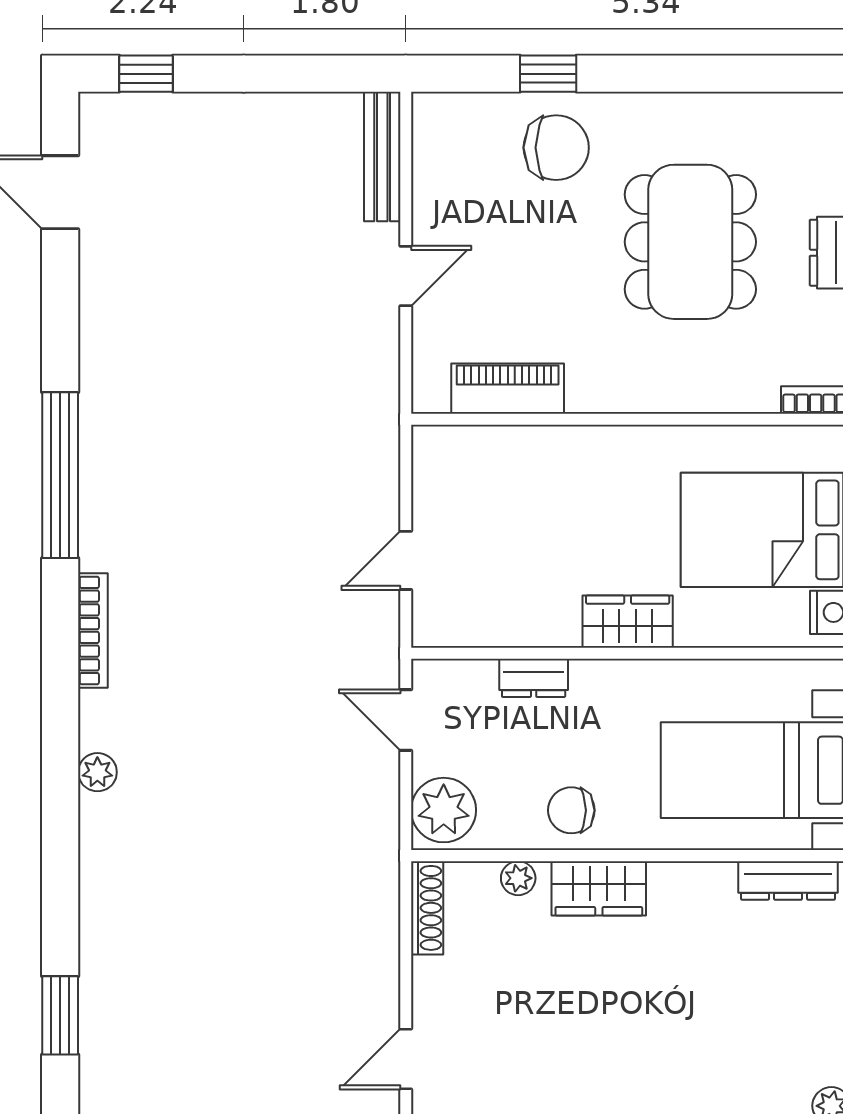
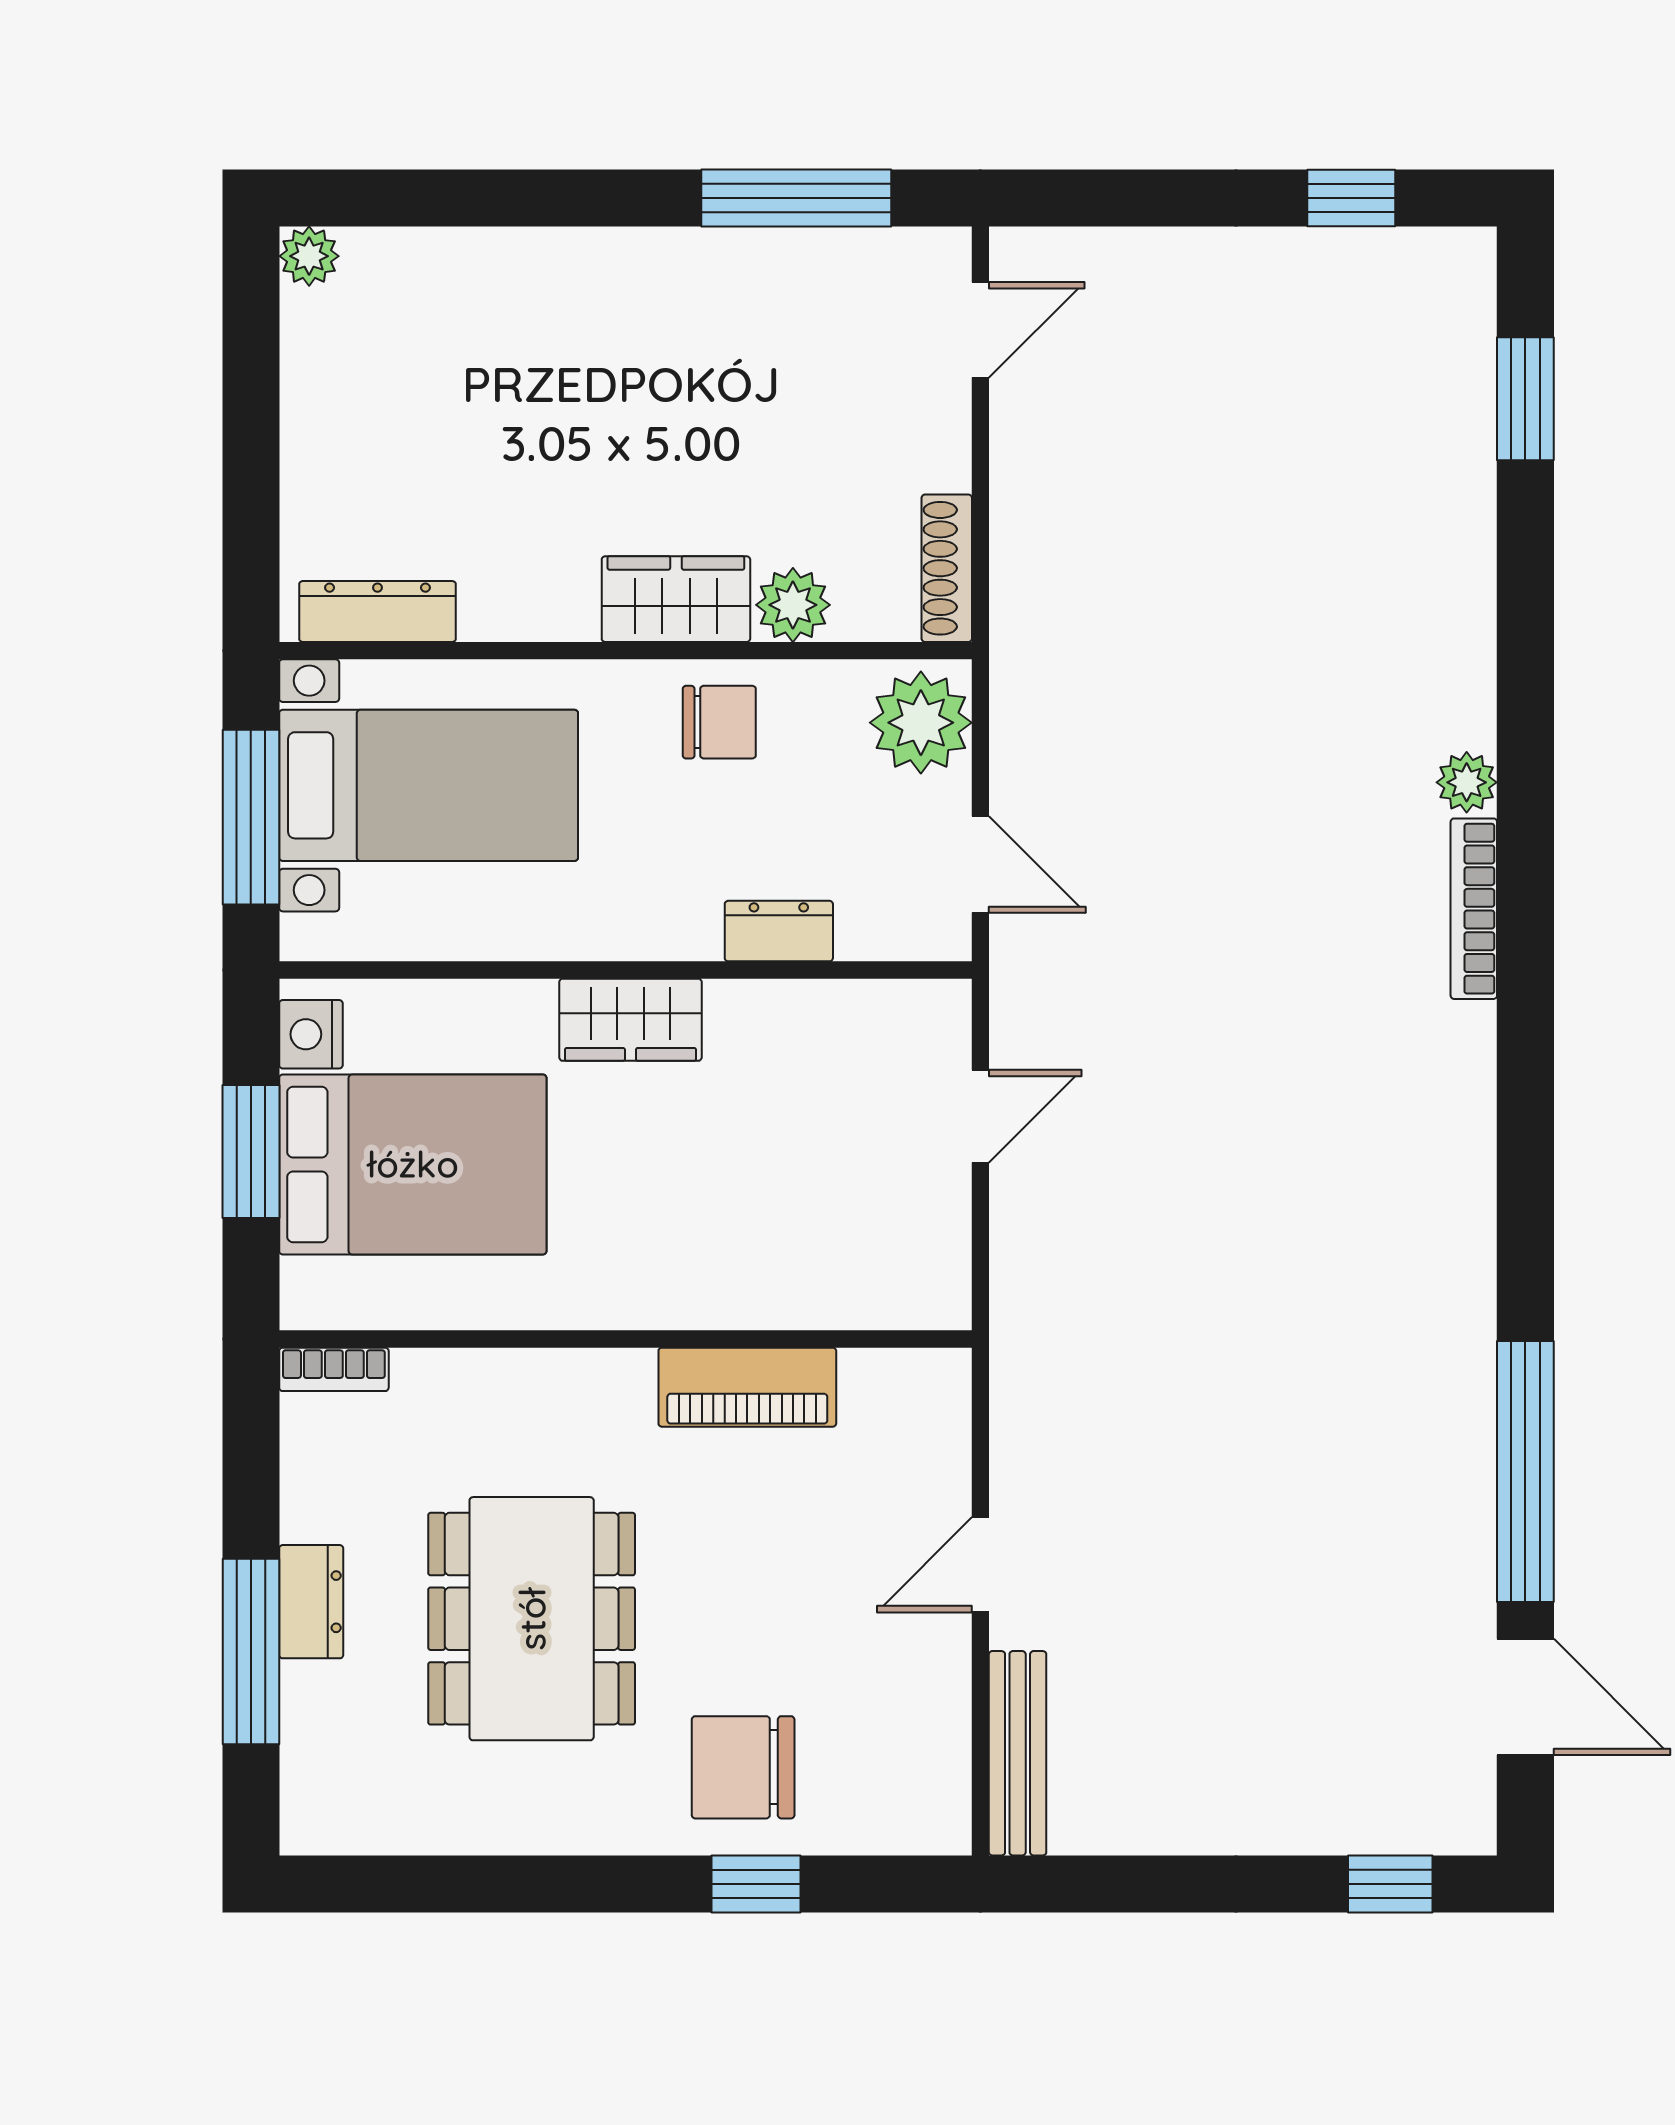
piano: (508, 389) -> (747, 1387), moved
window: (60, 475) -> (1525, 1471), moved
bookcase: (93, 630) -> (1474, 909), moved
plant: (518, 878) -> (793, 605), width x1.38, depth x1.38

